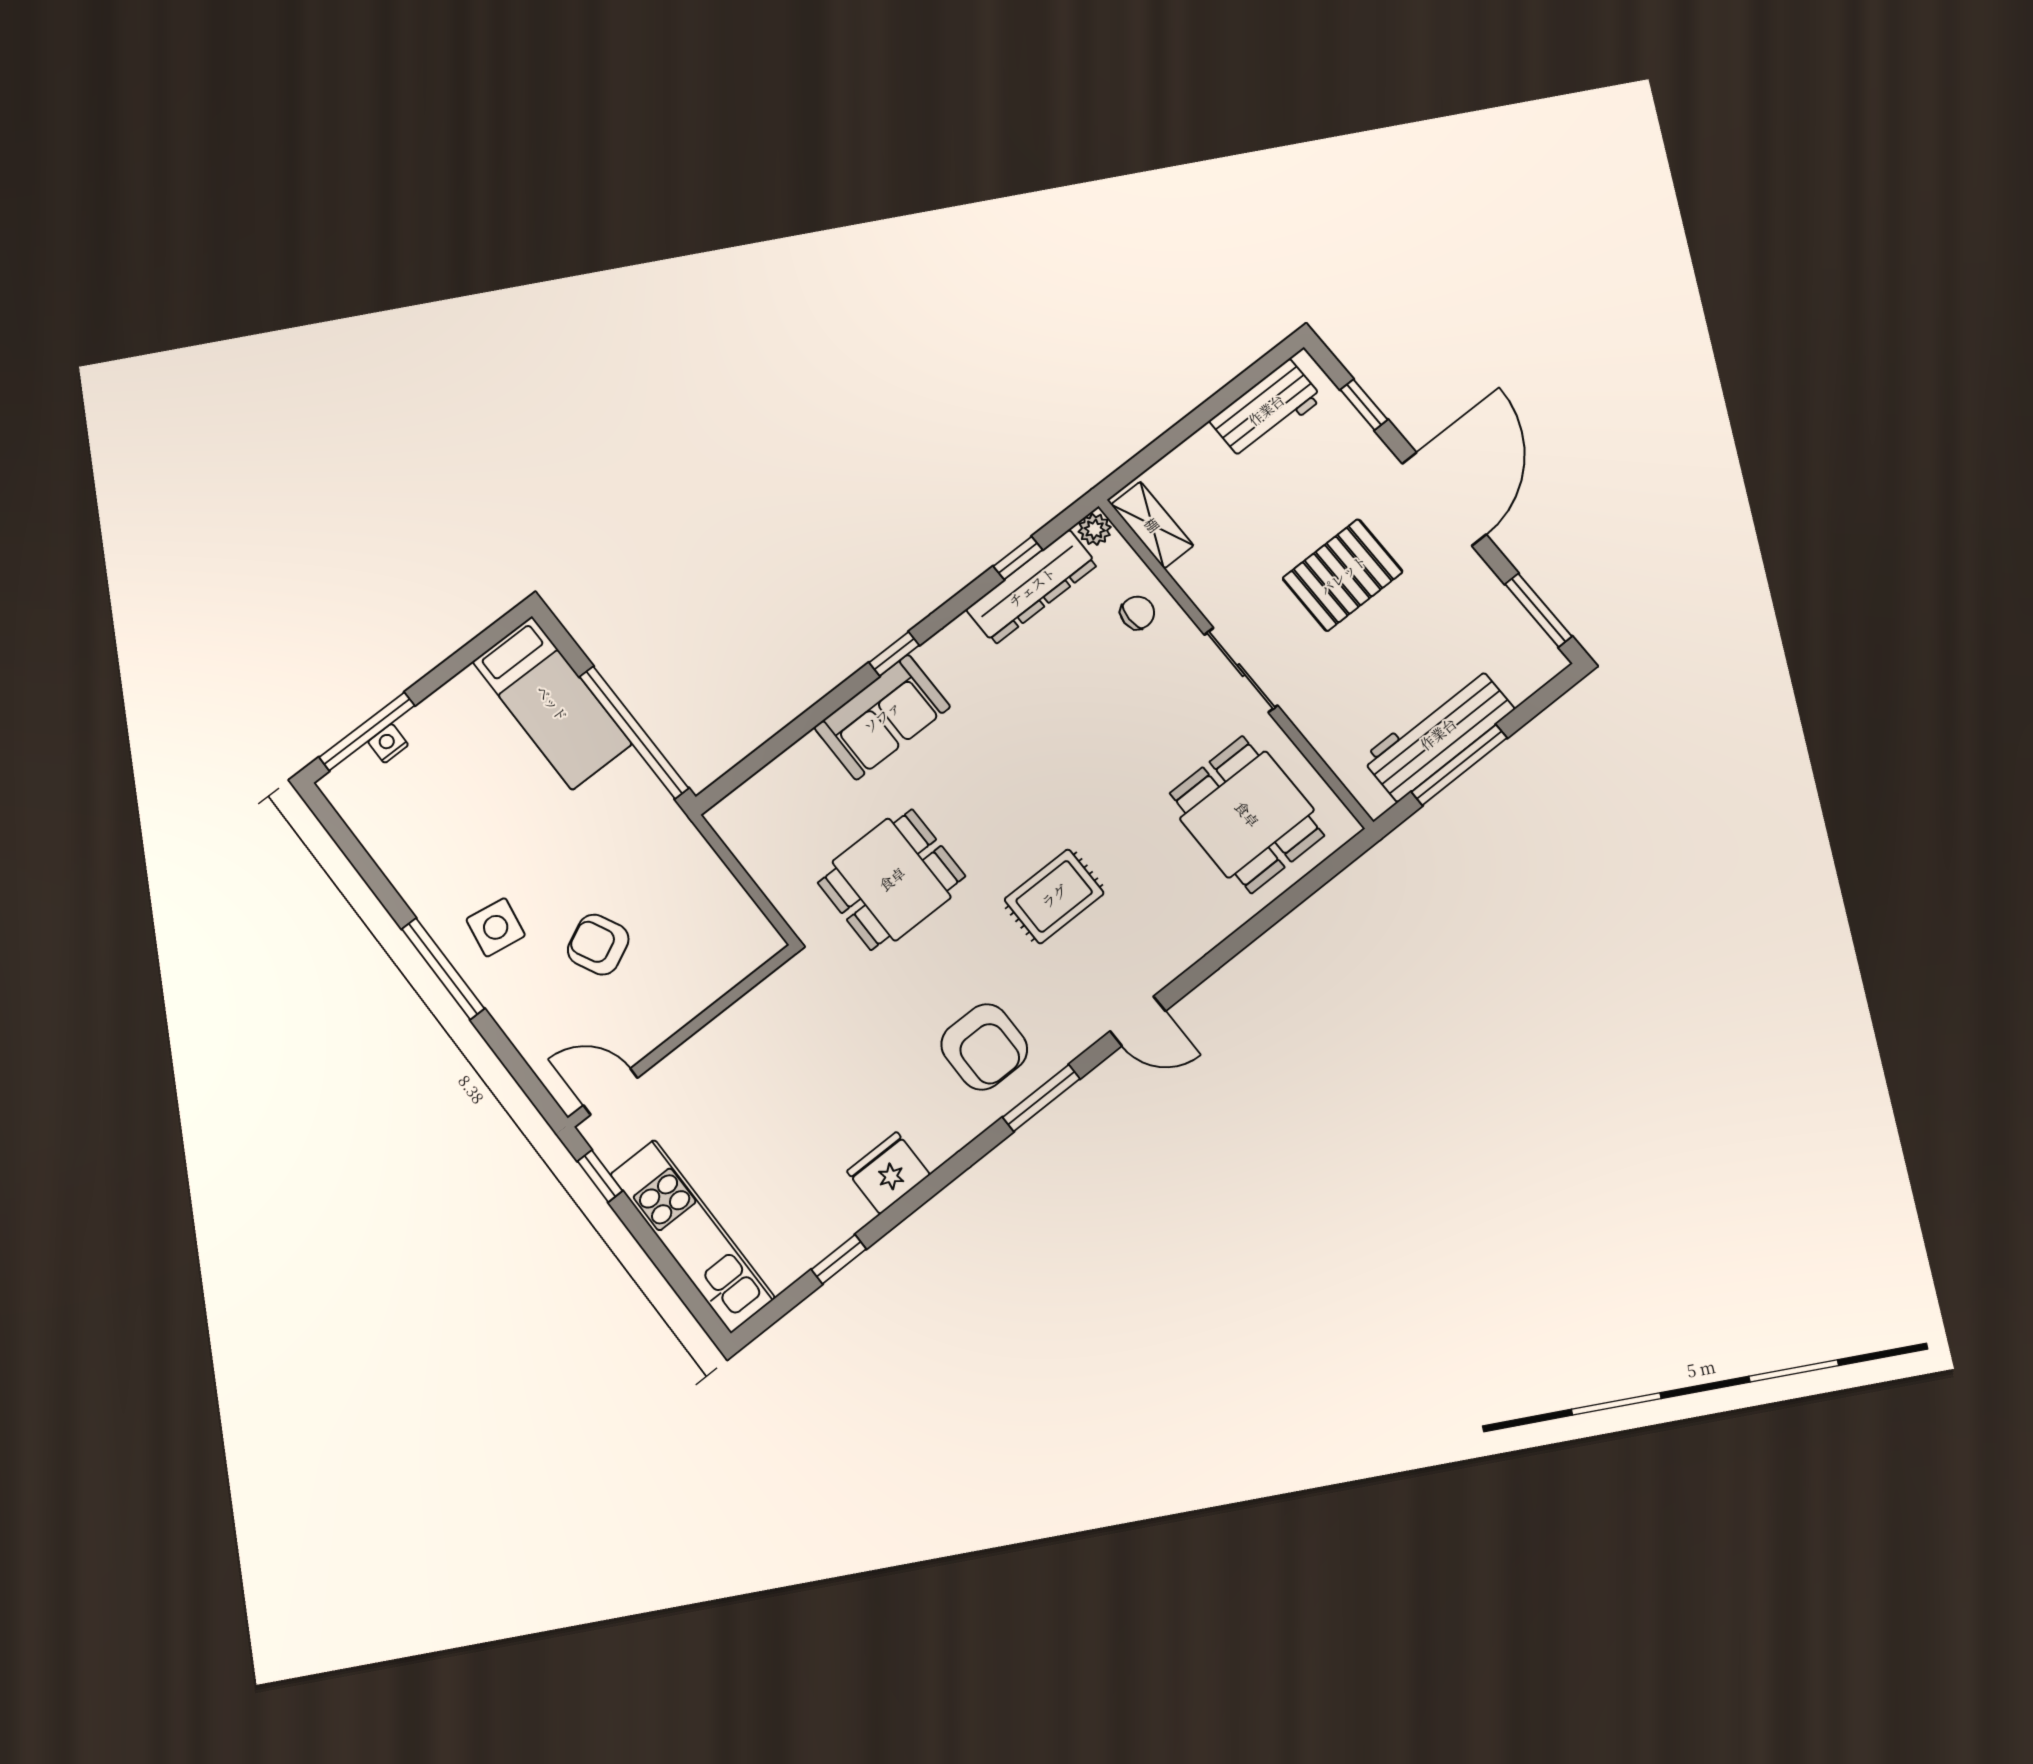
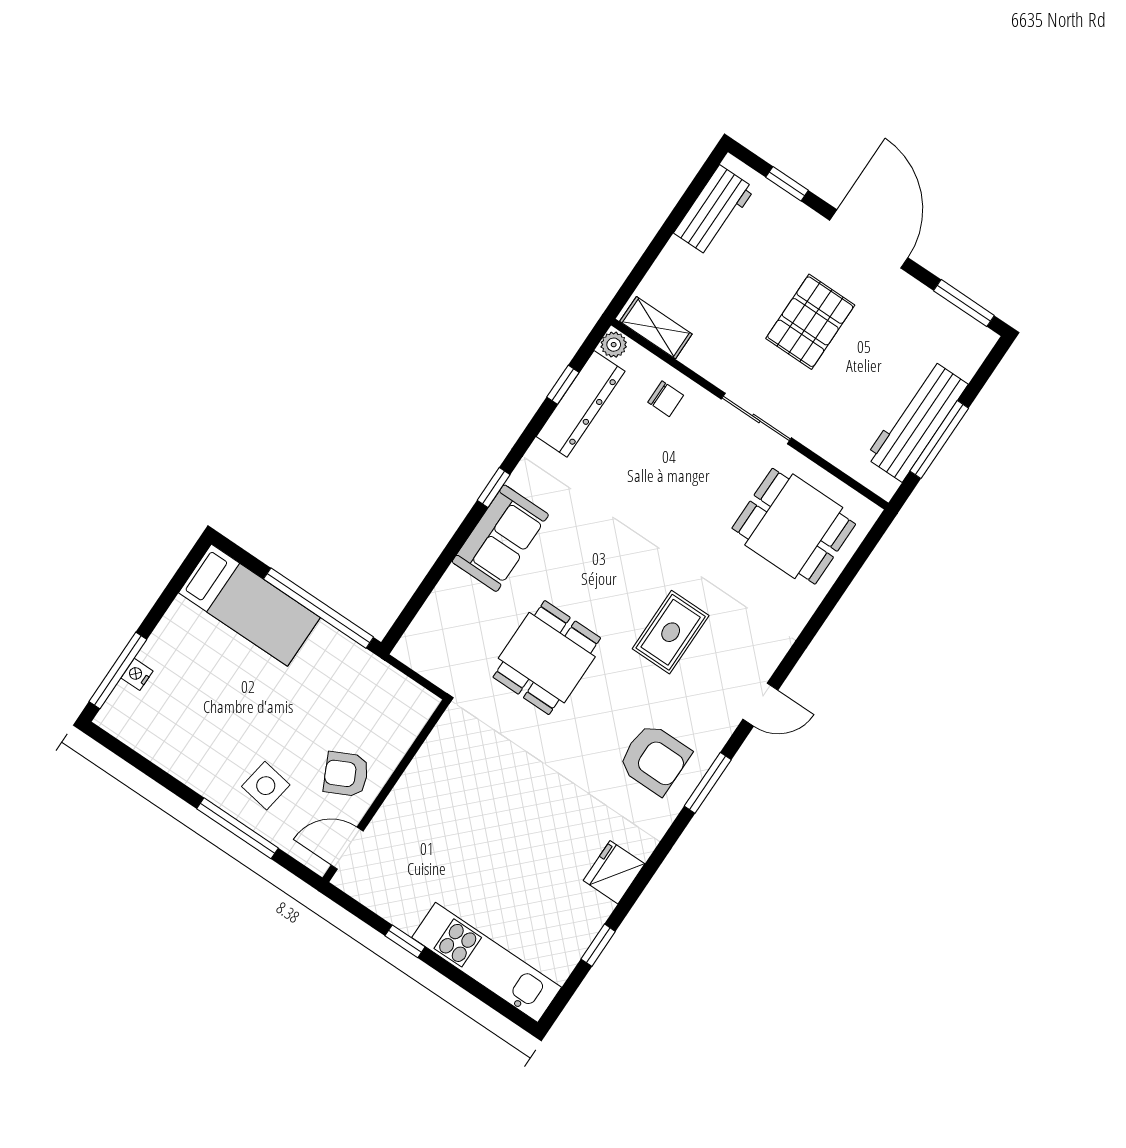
chair: (1137, 613) -> (666, 399), turned 90
wall: (682, 1036) -> (386, 791), moved
door: (610, 1092) -> (347, 848), moved

